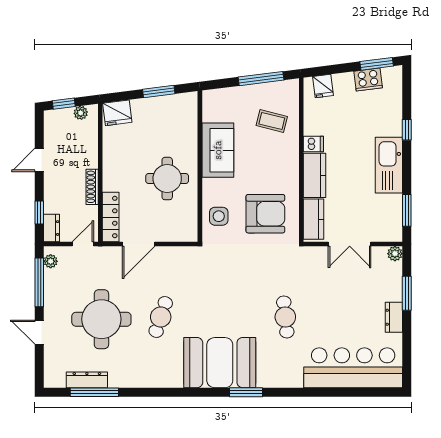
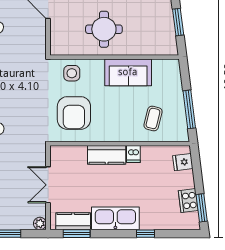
kitchen counter: (314, 219) -> (73, 221), moved, turned 180

